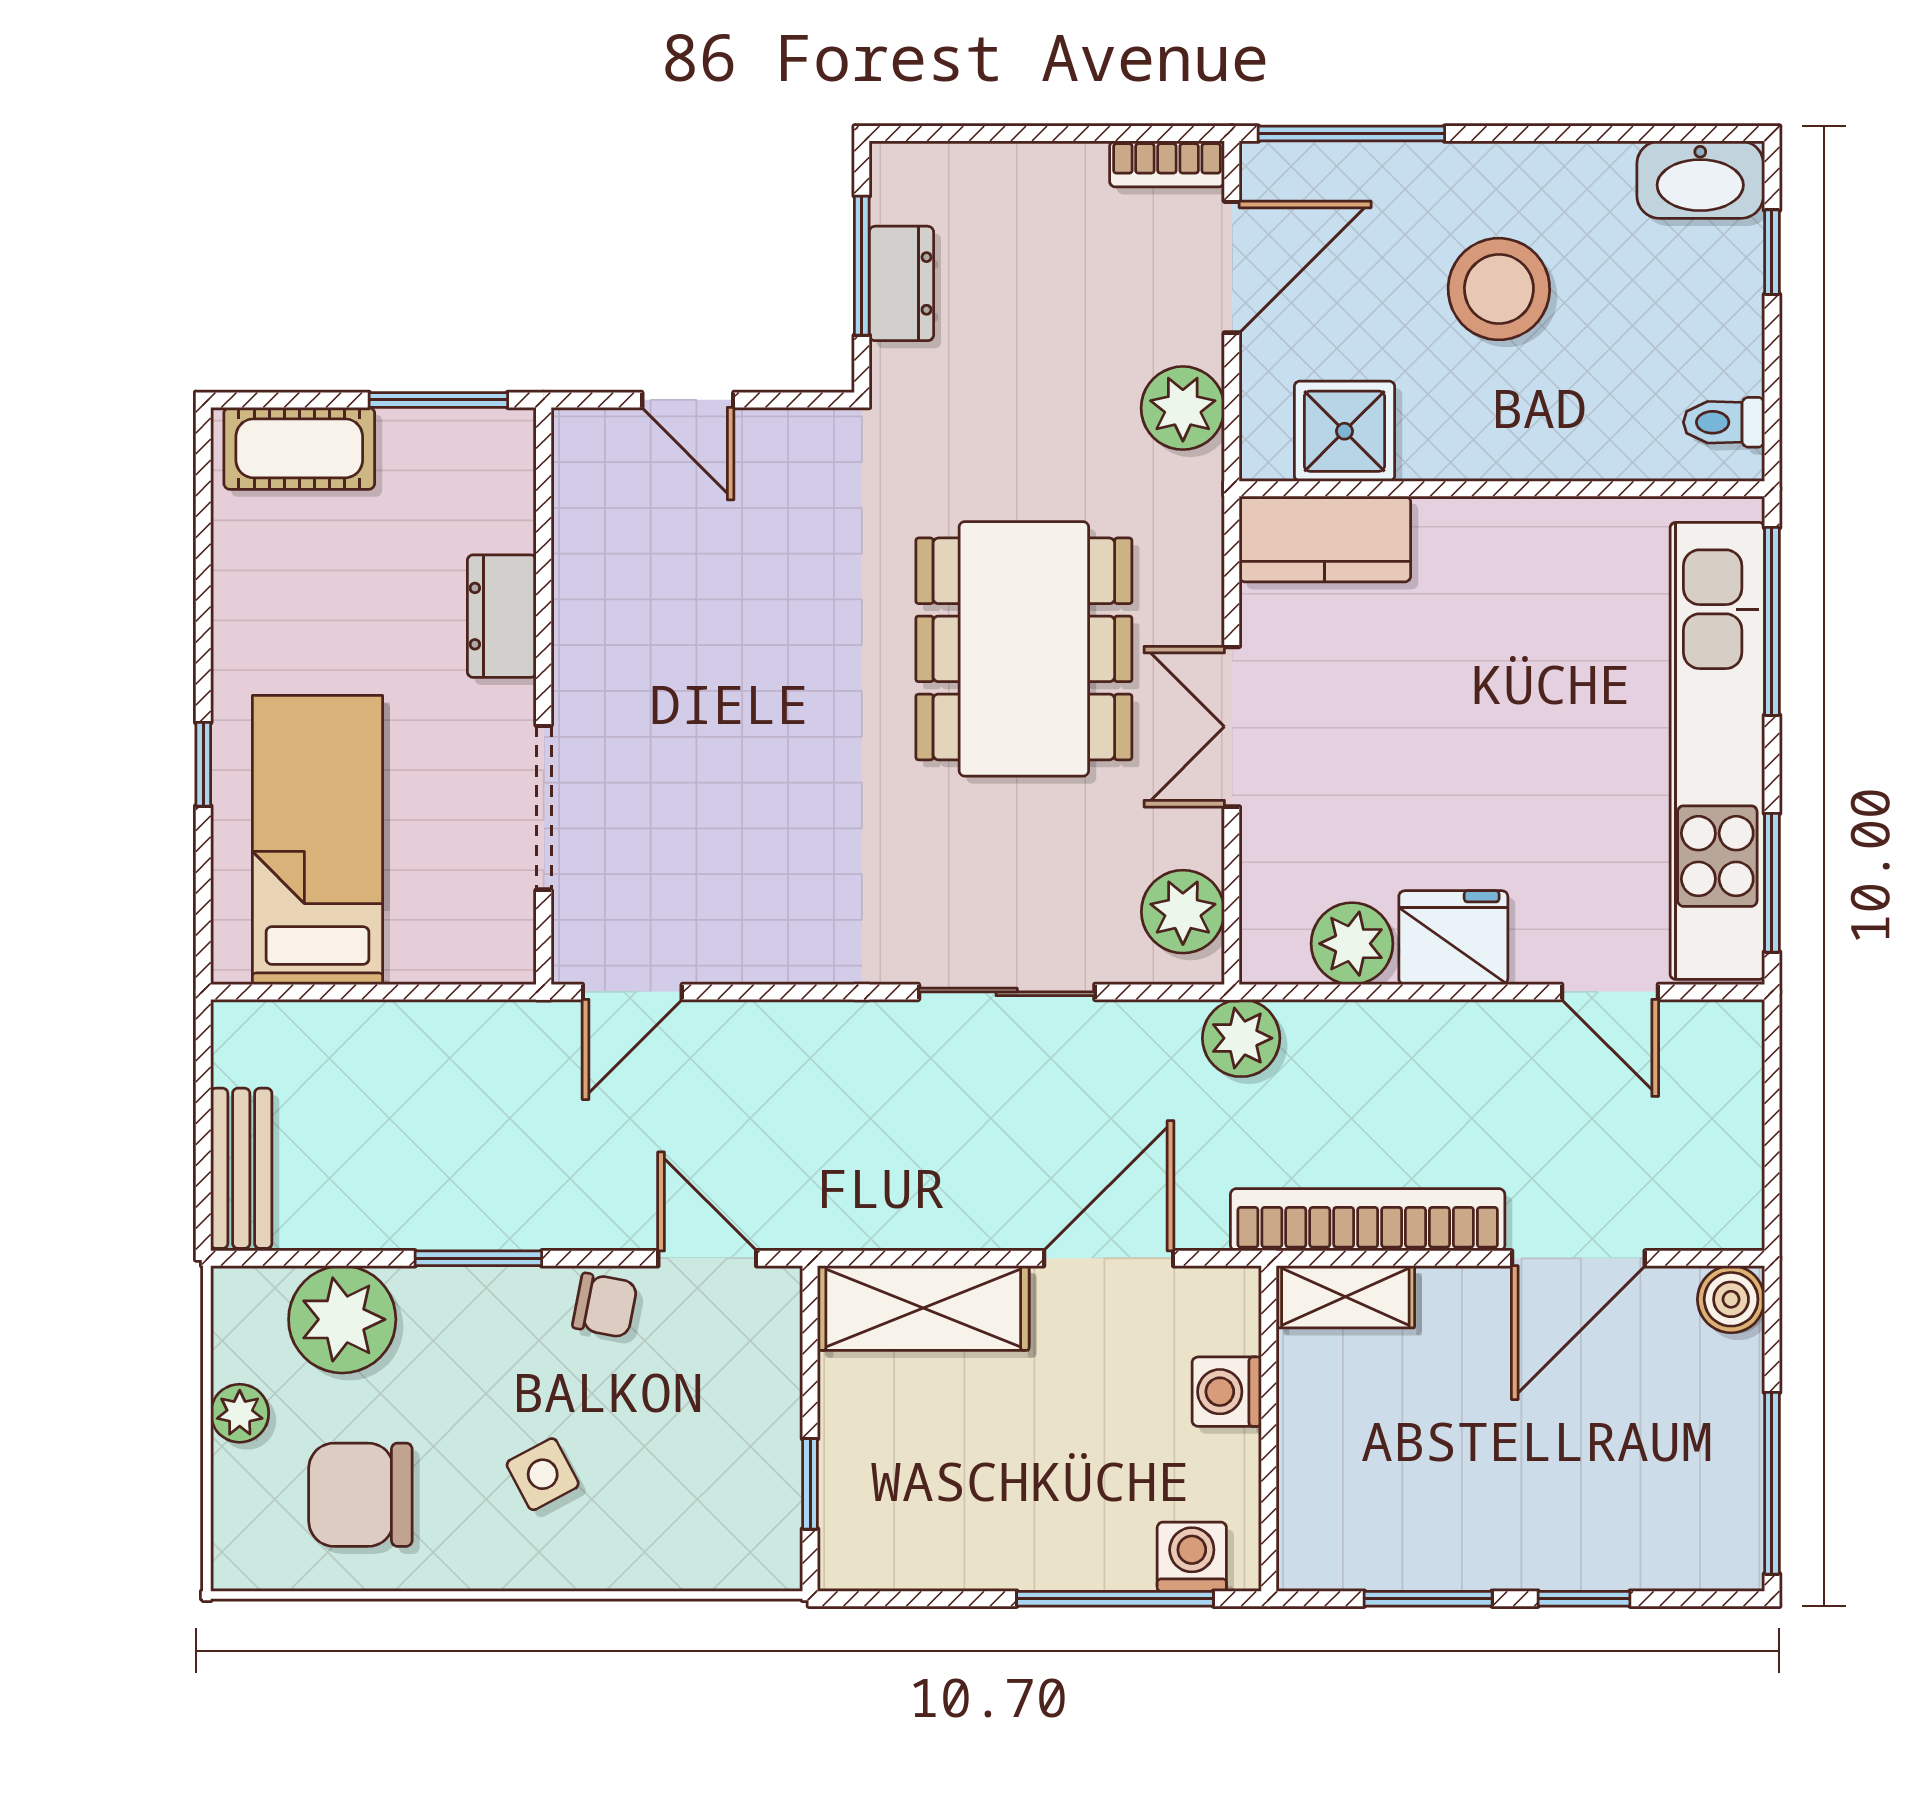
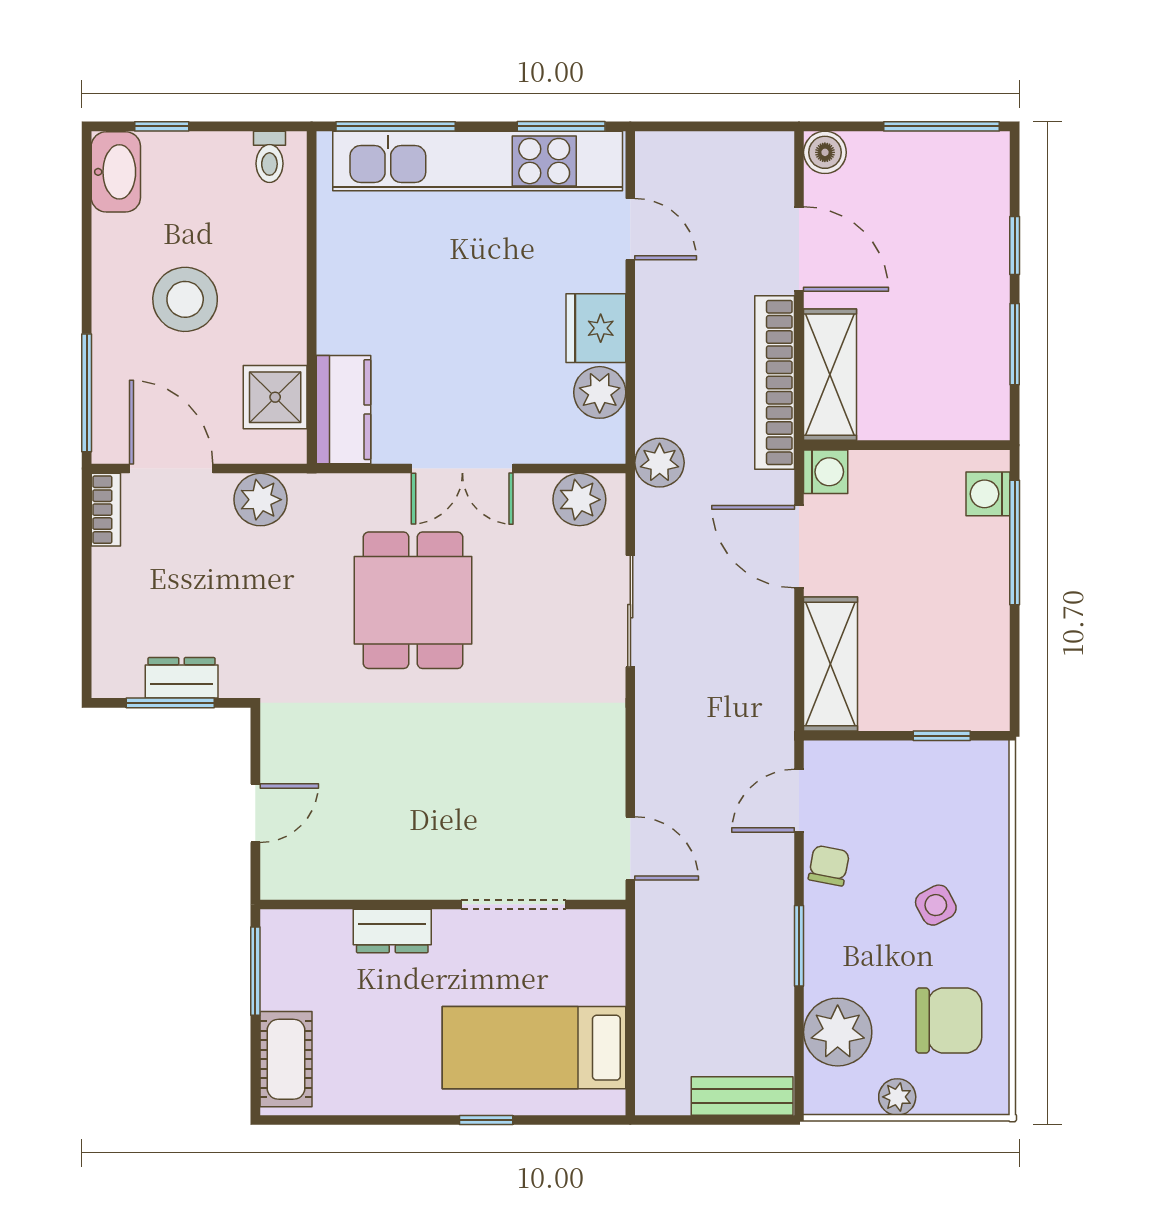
dining table: (1024, 649) -> (413, 600), width x0.73
door: (1610, 992) -> (630, 229), hinge flipped
shelving: (1345, 1297) -> (830, 375), width x1.50, depth x1.33
washing machine: (1227, 1392) -> (826, 472), moved, turned -90
chair: (360, 1495) -> (949, 1020), turned -90

